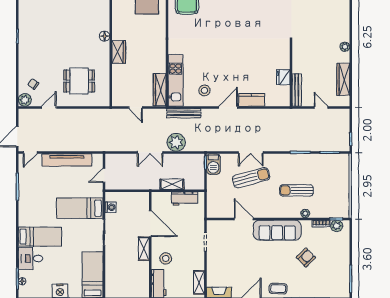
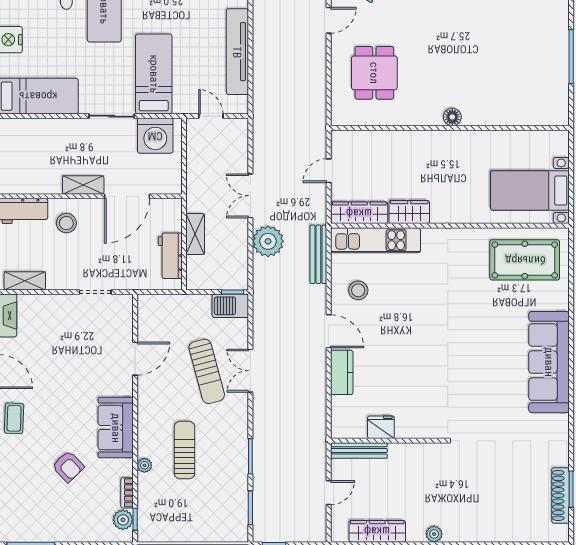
wardrobe: (119, 52) -> (409, 212), moved, turned 180
door: (49, 107) -> (329, 20), hinge flipped
washing machine: (111, 207) -> (155, 136), width x1.89, depth x1.89
sofa: (277, 230) -> (116, 428), width x0.73

